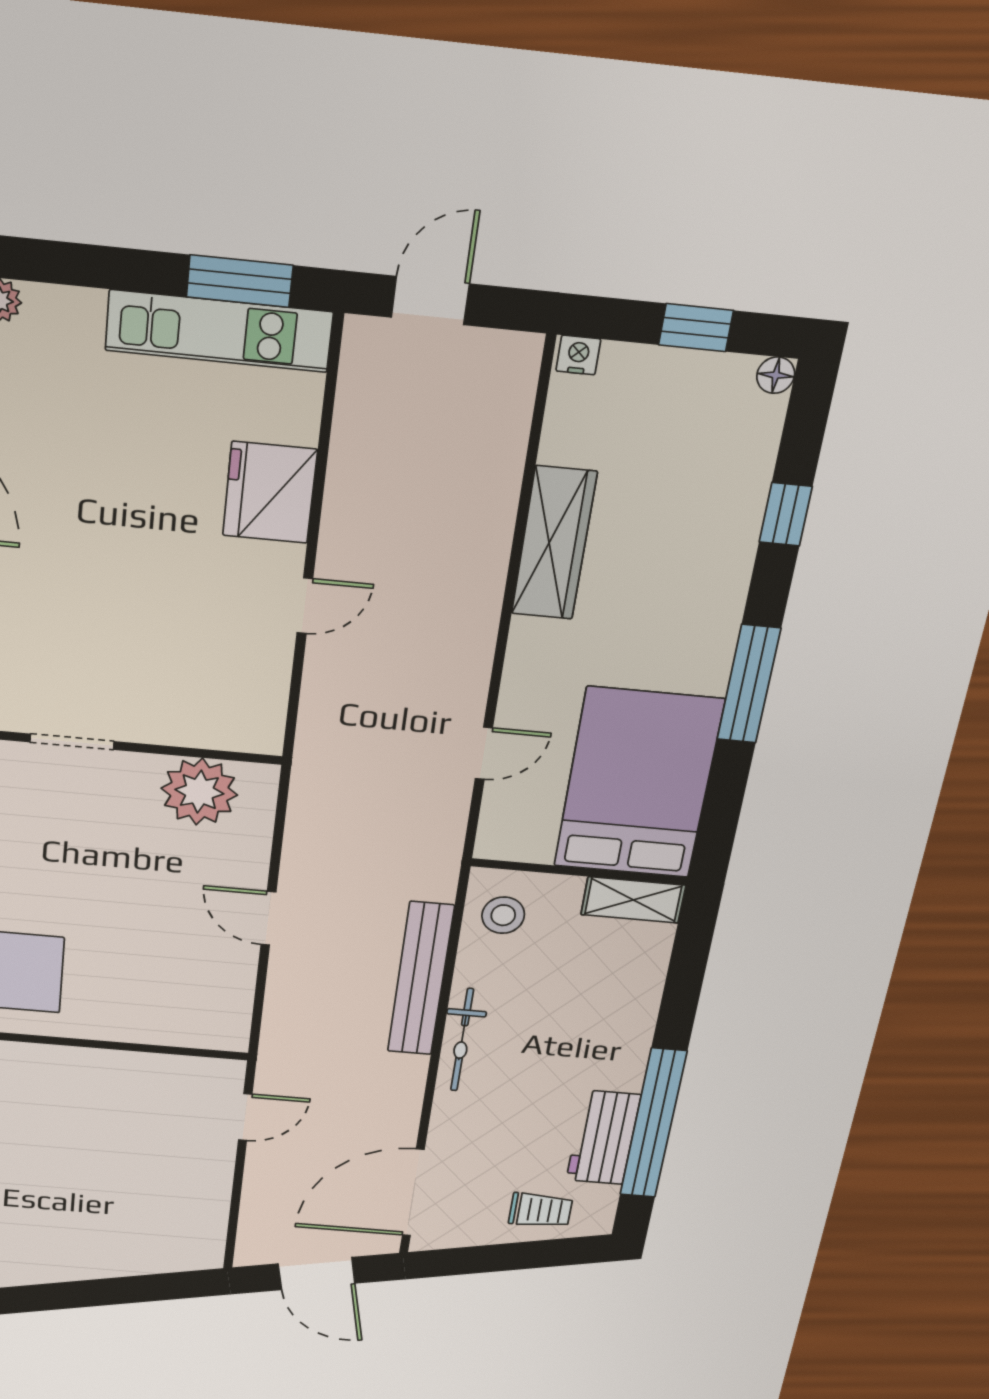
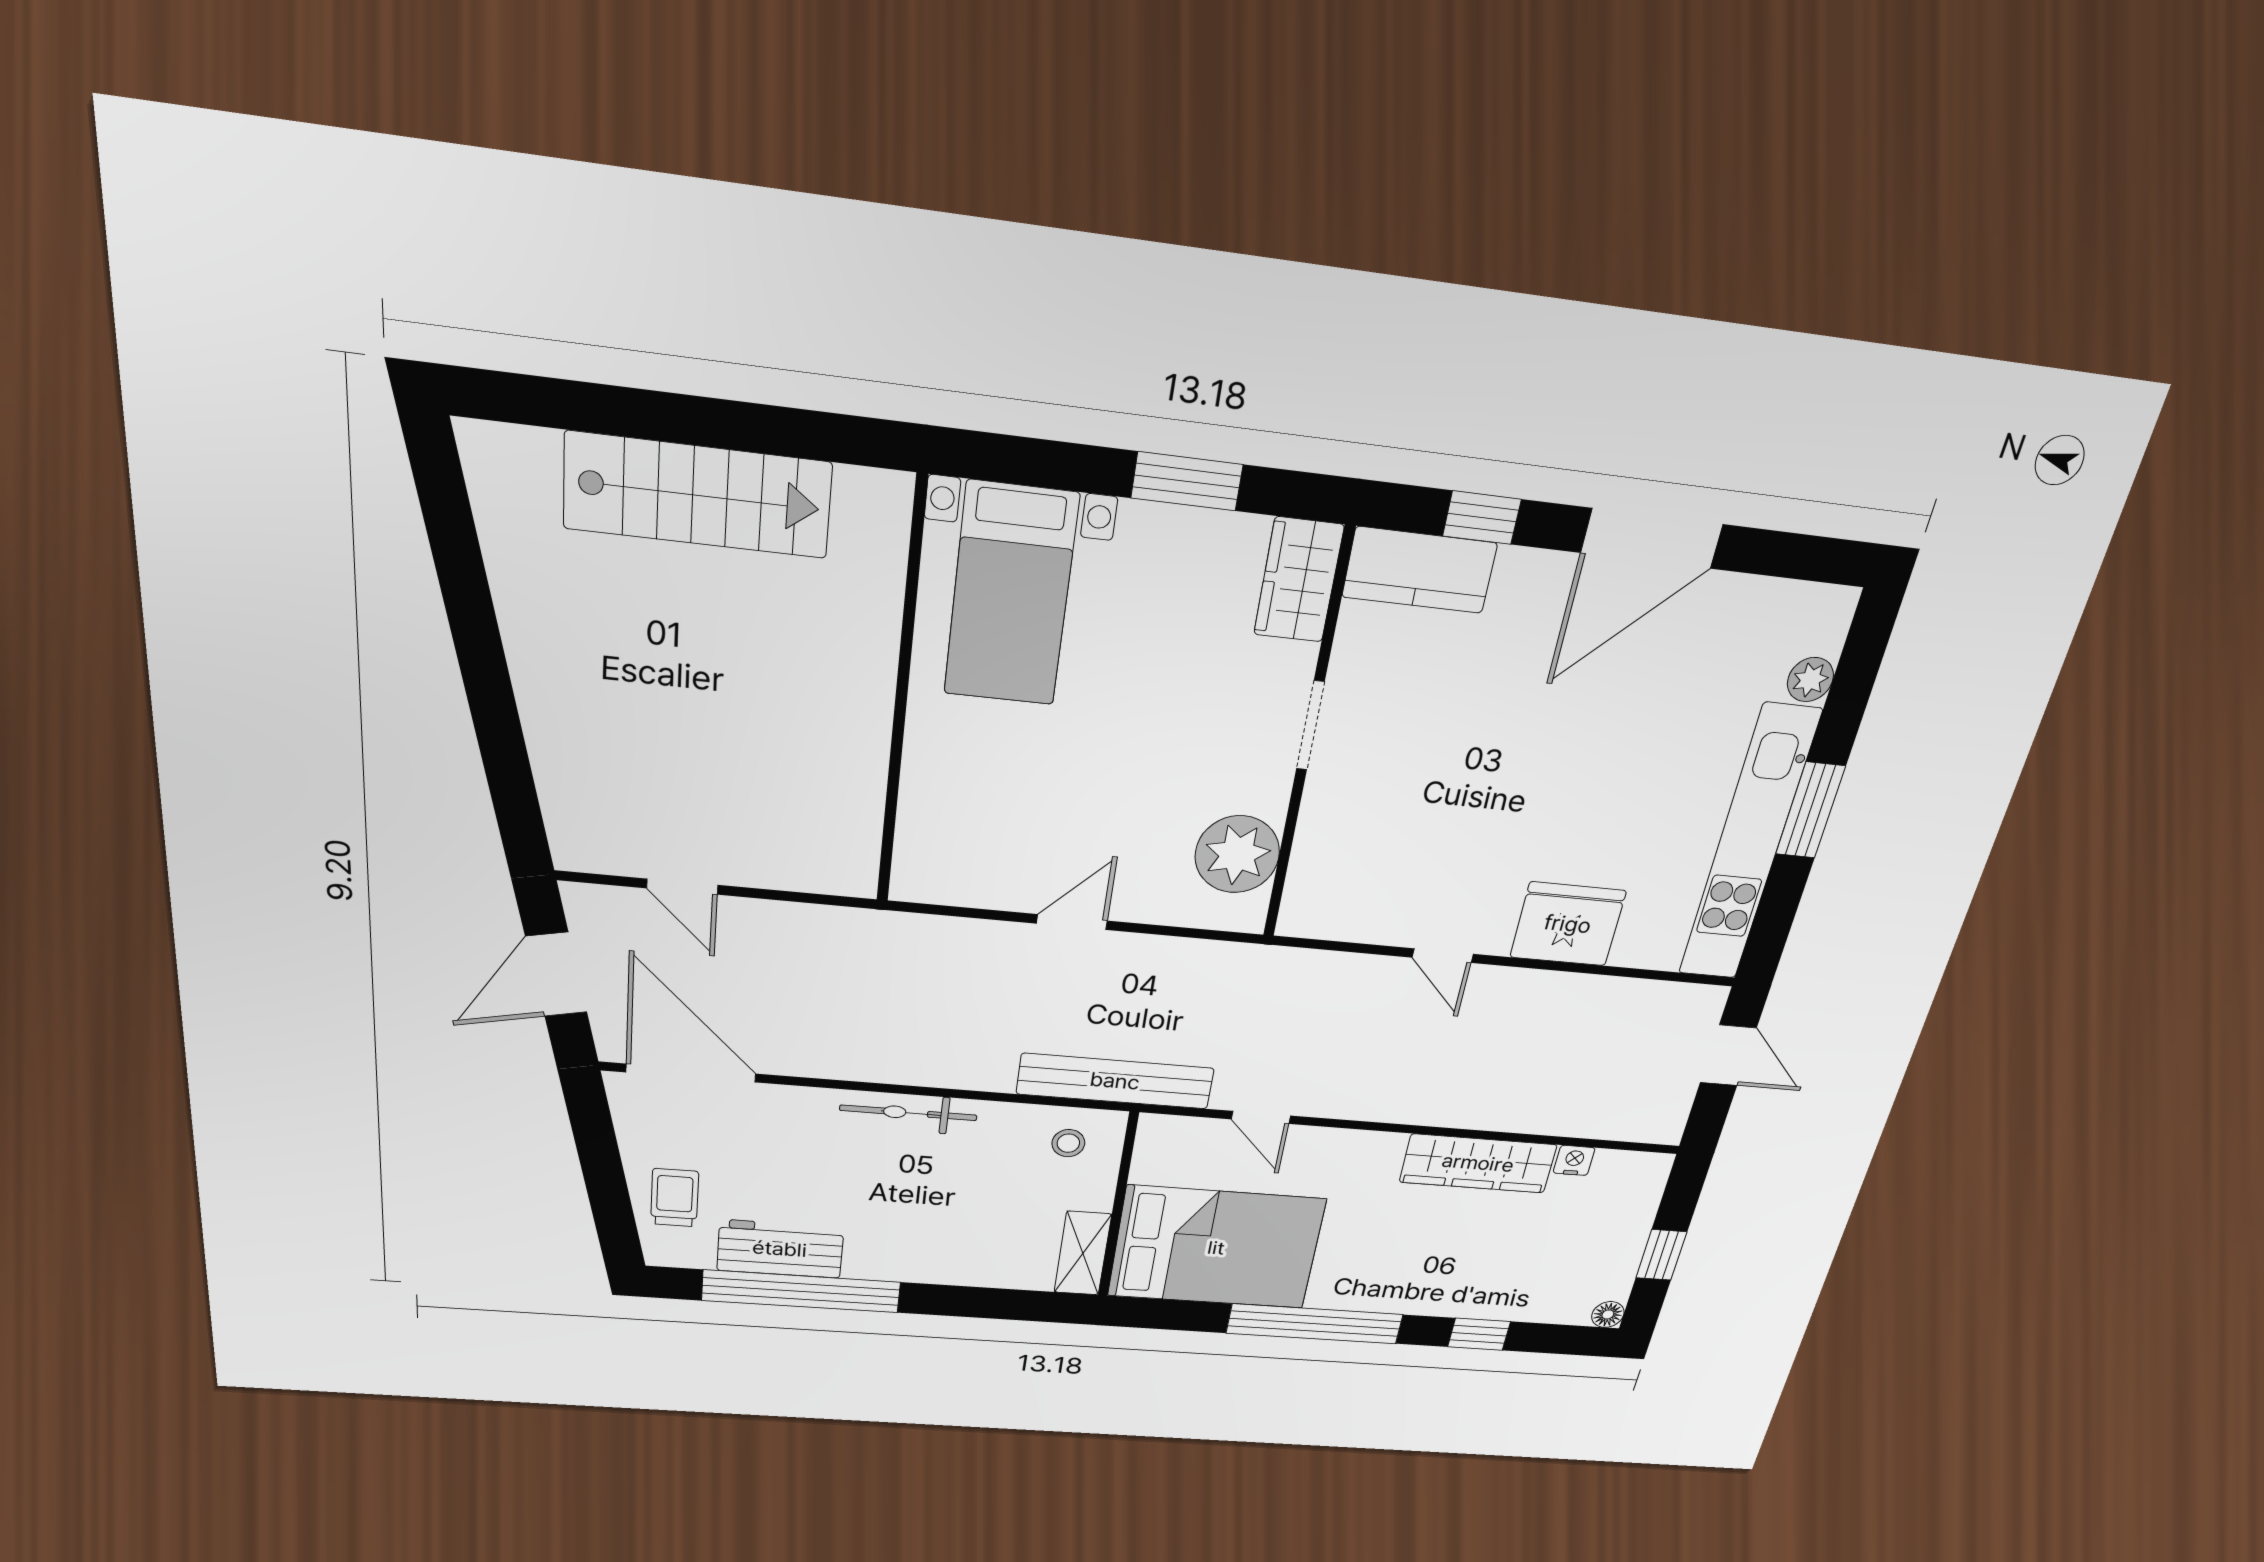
window: (240, 281) -> (1810, 810), moved
kitchen unit: (219, 331) -> (1749, 845), width x1.36
nightstand: (578, 355) -> (1574, 1160), moved, turned -90
window: (749, 684) -> (1315, 1324), width x1.46
stool: (503, 915) -> (1068, 1143), width x0.73, depth x0.73
bench: (421, 979) -> (1115, 1081), moved
door: (245, 1117) -> (682, 887), moved
trolley: (540, 1210) -> (675, 1198), turned 180

